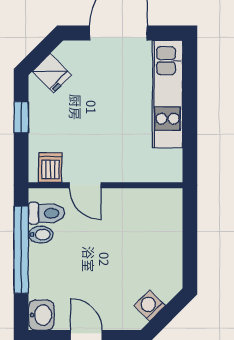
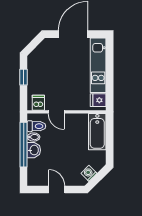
fridge: (52, 73) -> (98, 100), moved, turned 135
bathtub: (166, 224) -> (97, 132), added
washbasin: (41, 315) -> (34, 150), moved

